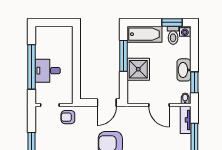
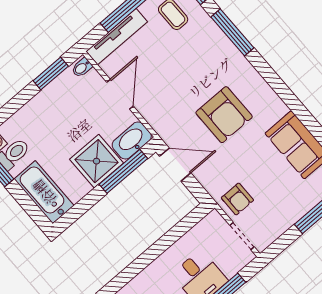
window: (124, 56) -> (123, 171), moved
washbasin: (184, 70) -> (132, 141), moved, turned 180
tv unit: (186, 120) -> (117, 37), width x1.41

